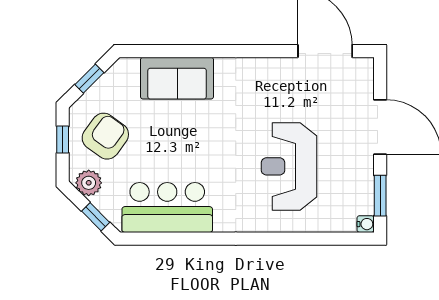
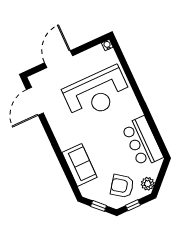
reception desk: (289, 166) -> (97, 93), width x1.36, depth x1.30
window: (380, 196) -> (91, 44), removed
window: (96, 217) -> (162, 173), removed

